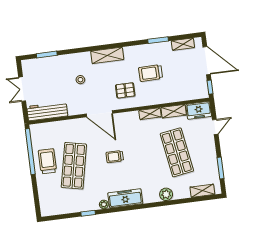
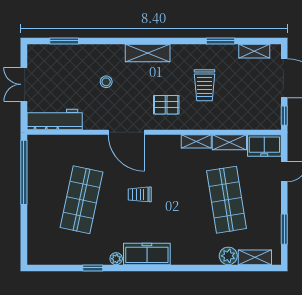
trolley: (151, 73) -> (204, 85), turned -89
trolley: (47, 161) -> (46, 189), removed
plant: (166, 194) -> (228, 256), moved

